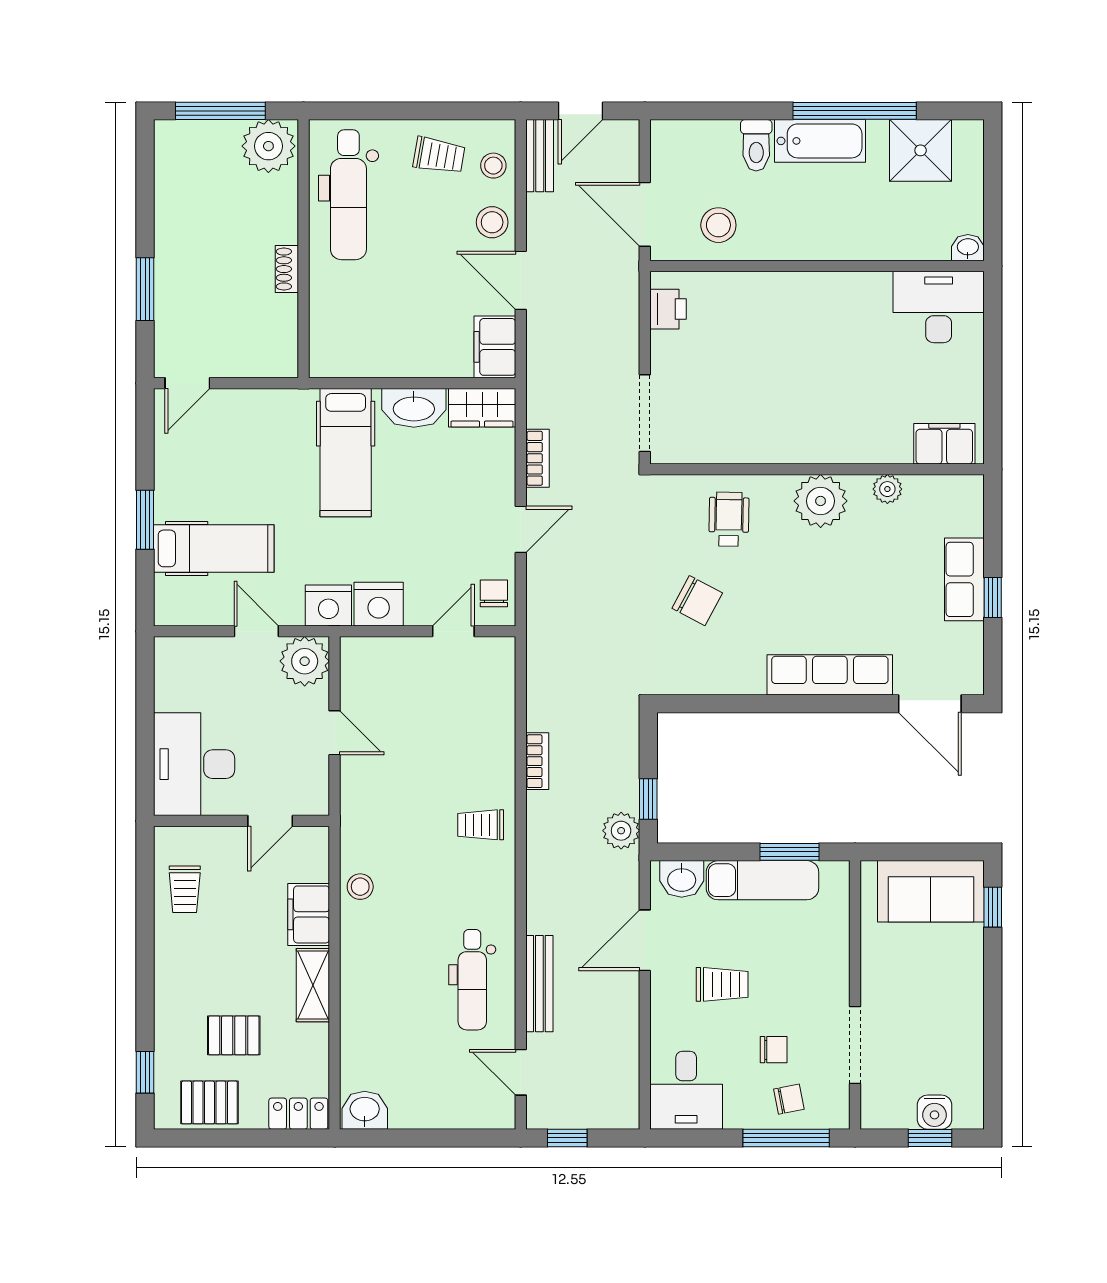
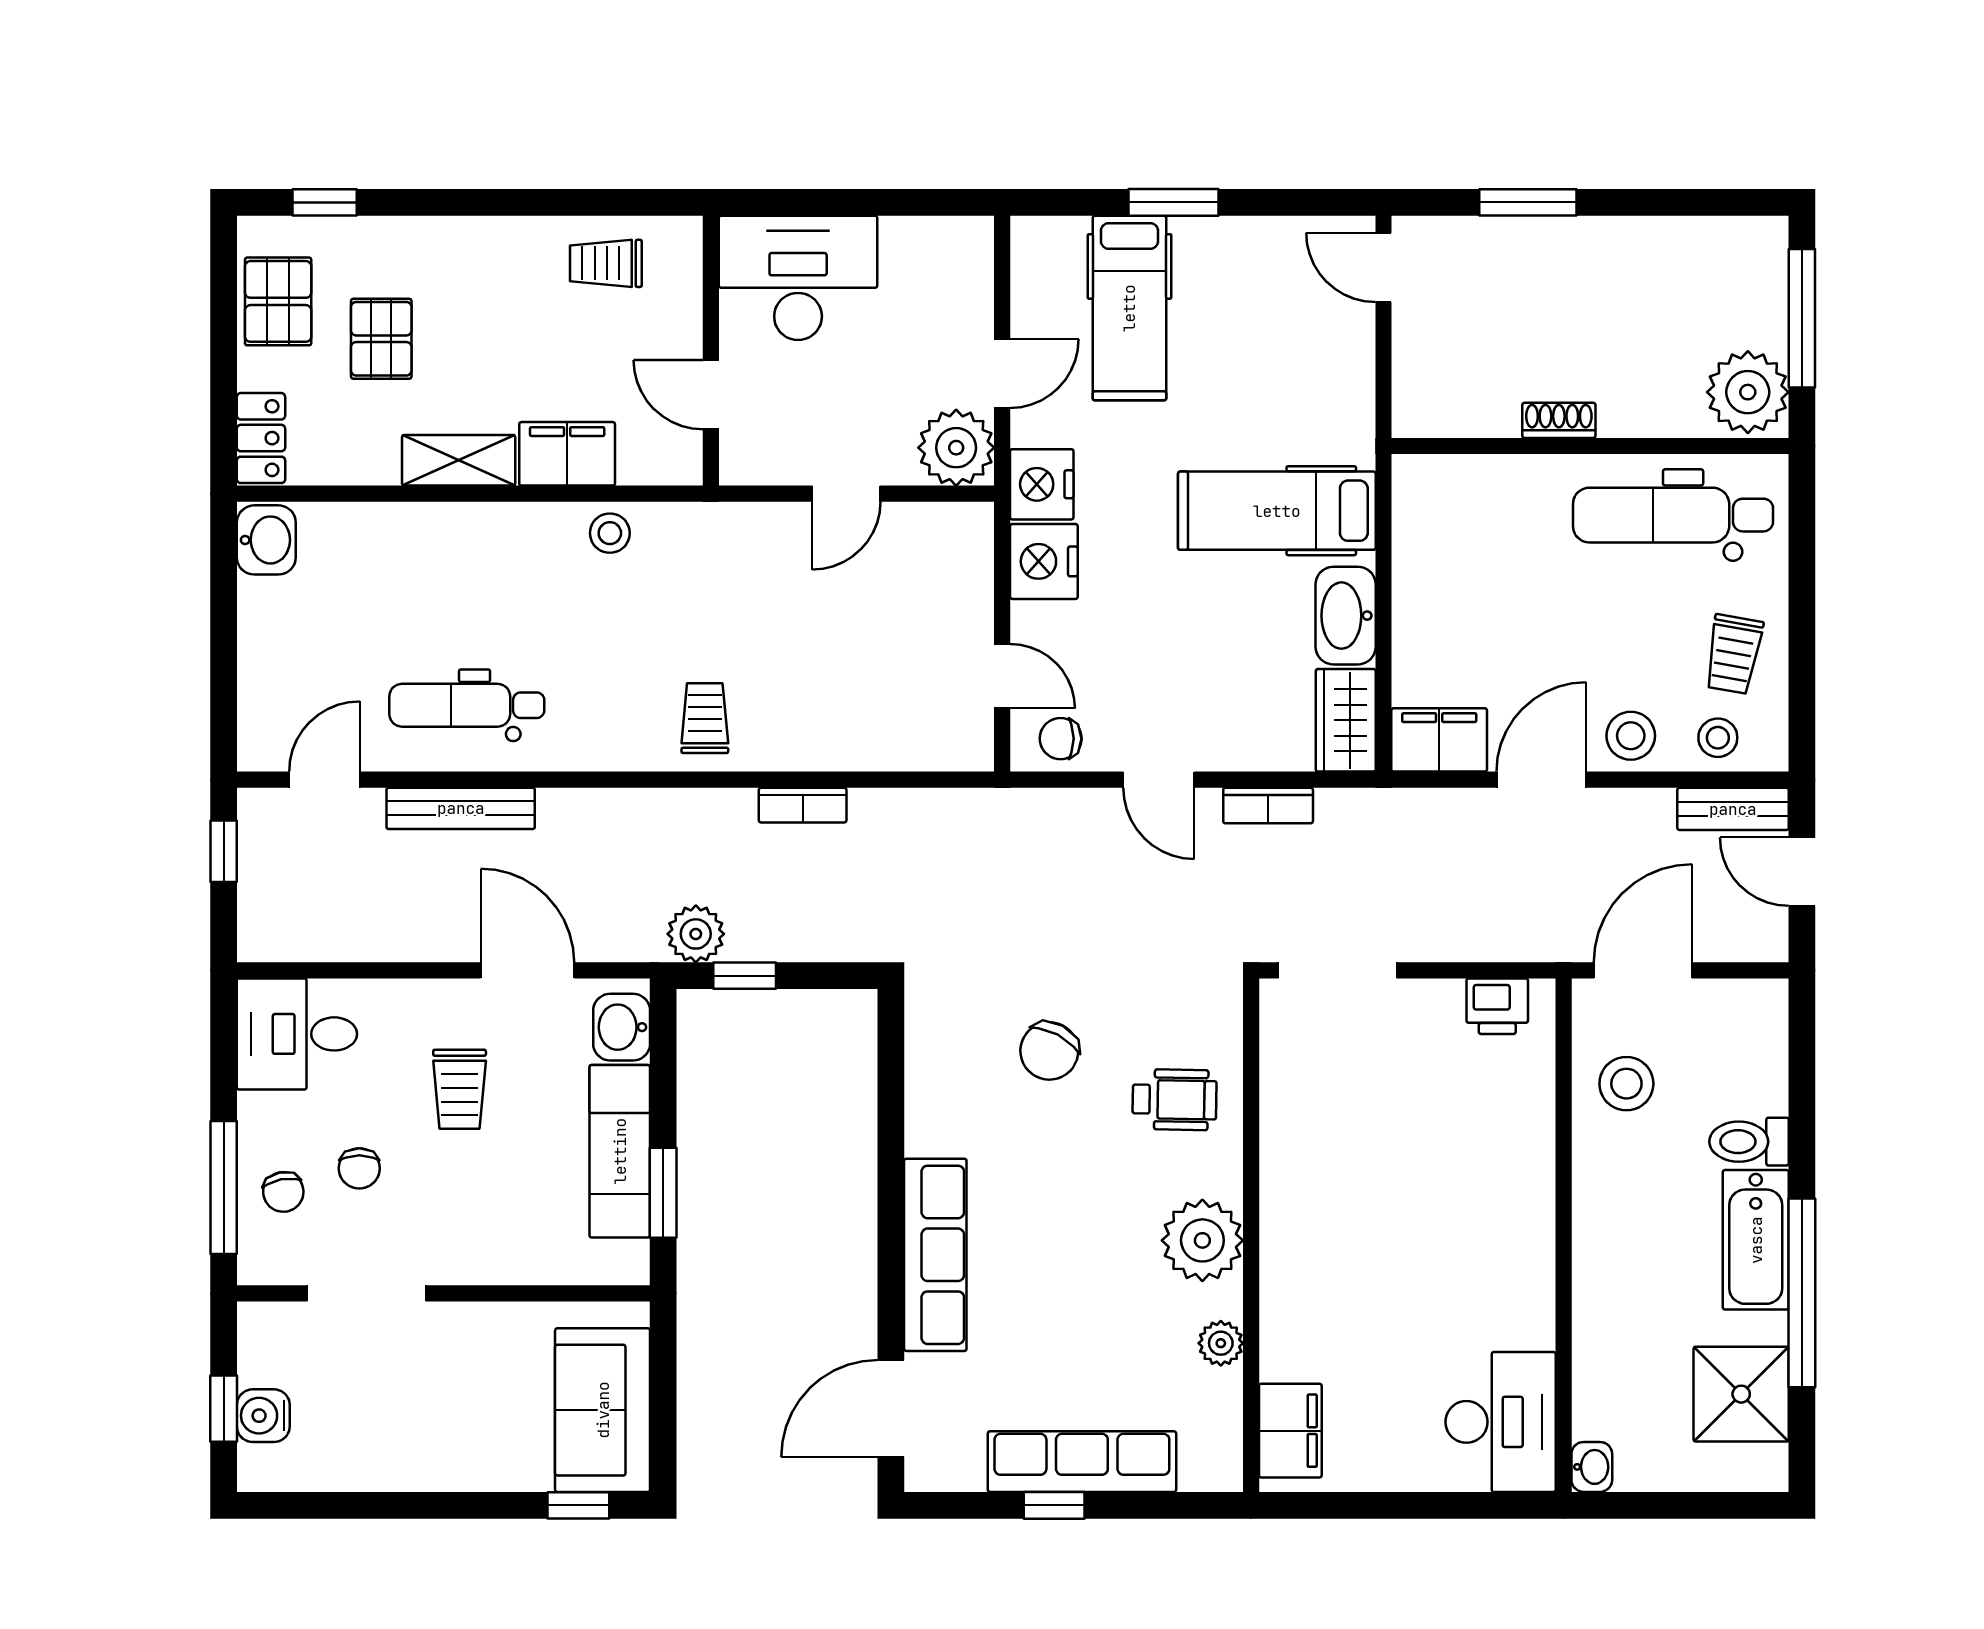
row of seats: (964, 579) -> (1082, 1462), width x1.48
chair: (494, 593) -> (1061, 739), turned 180

